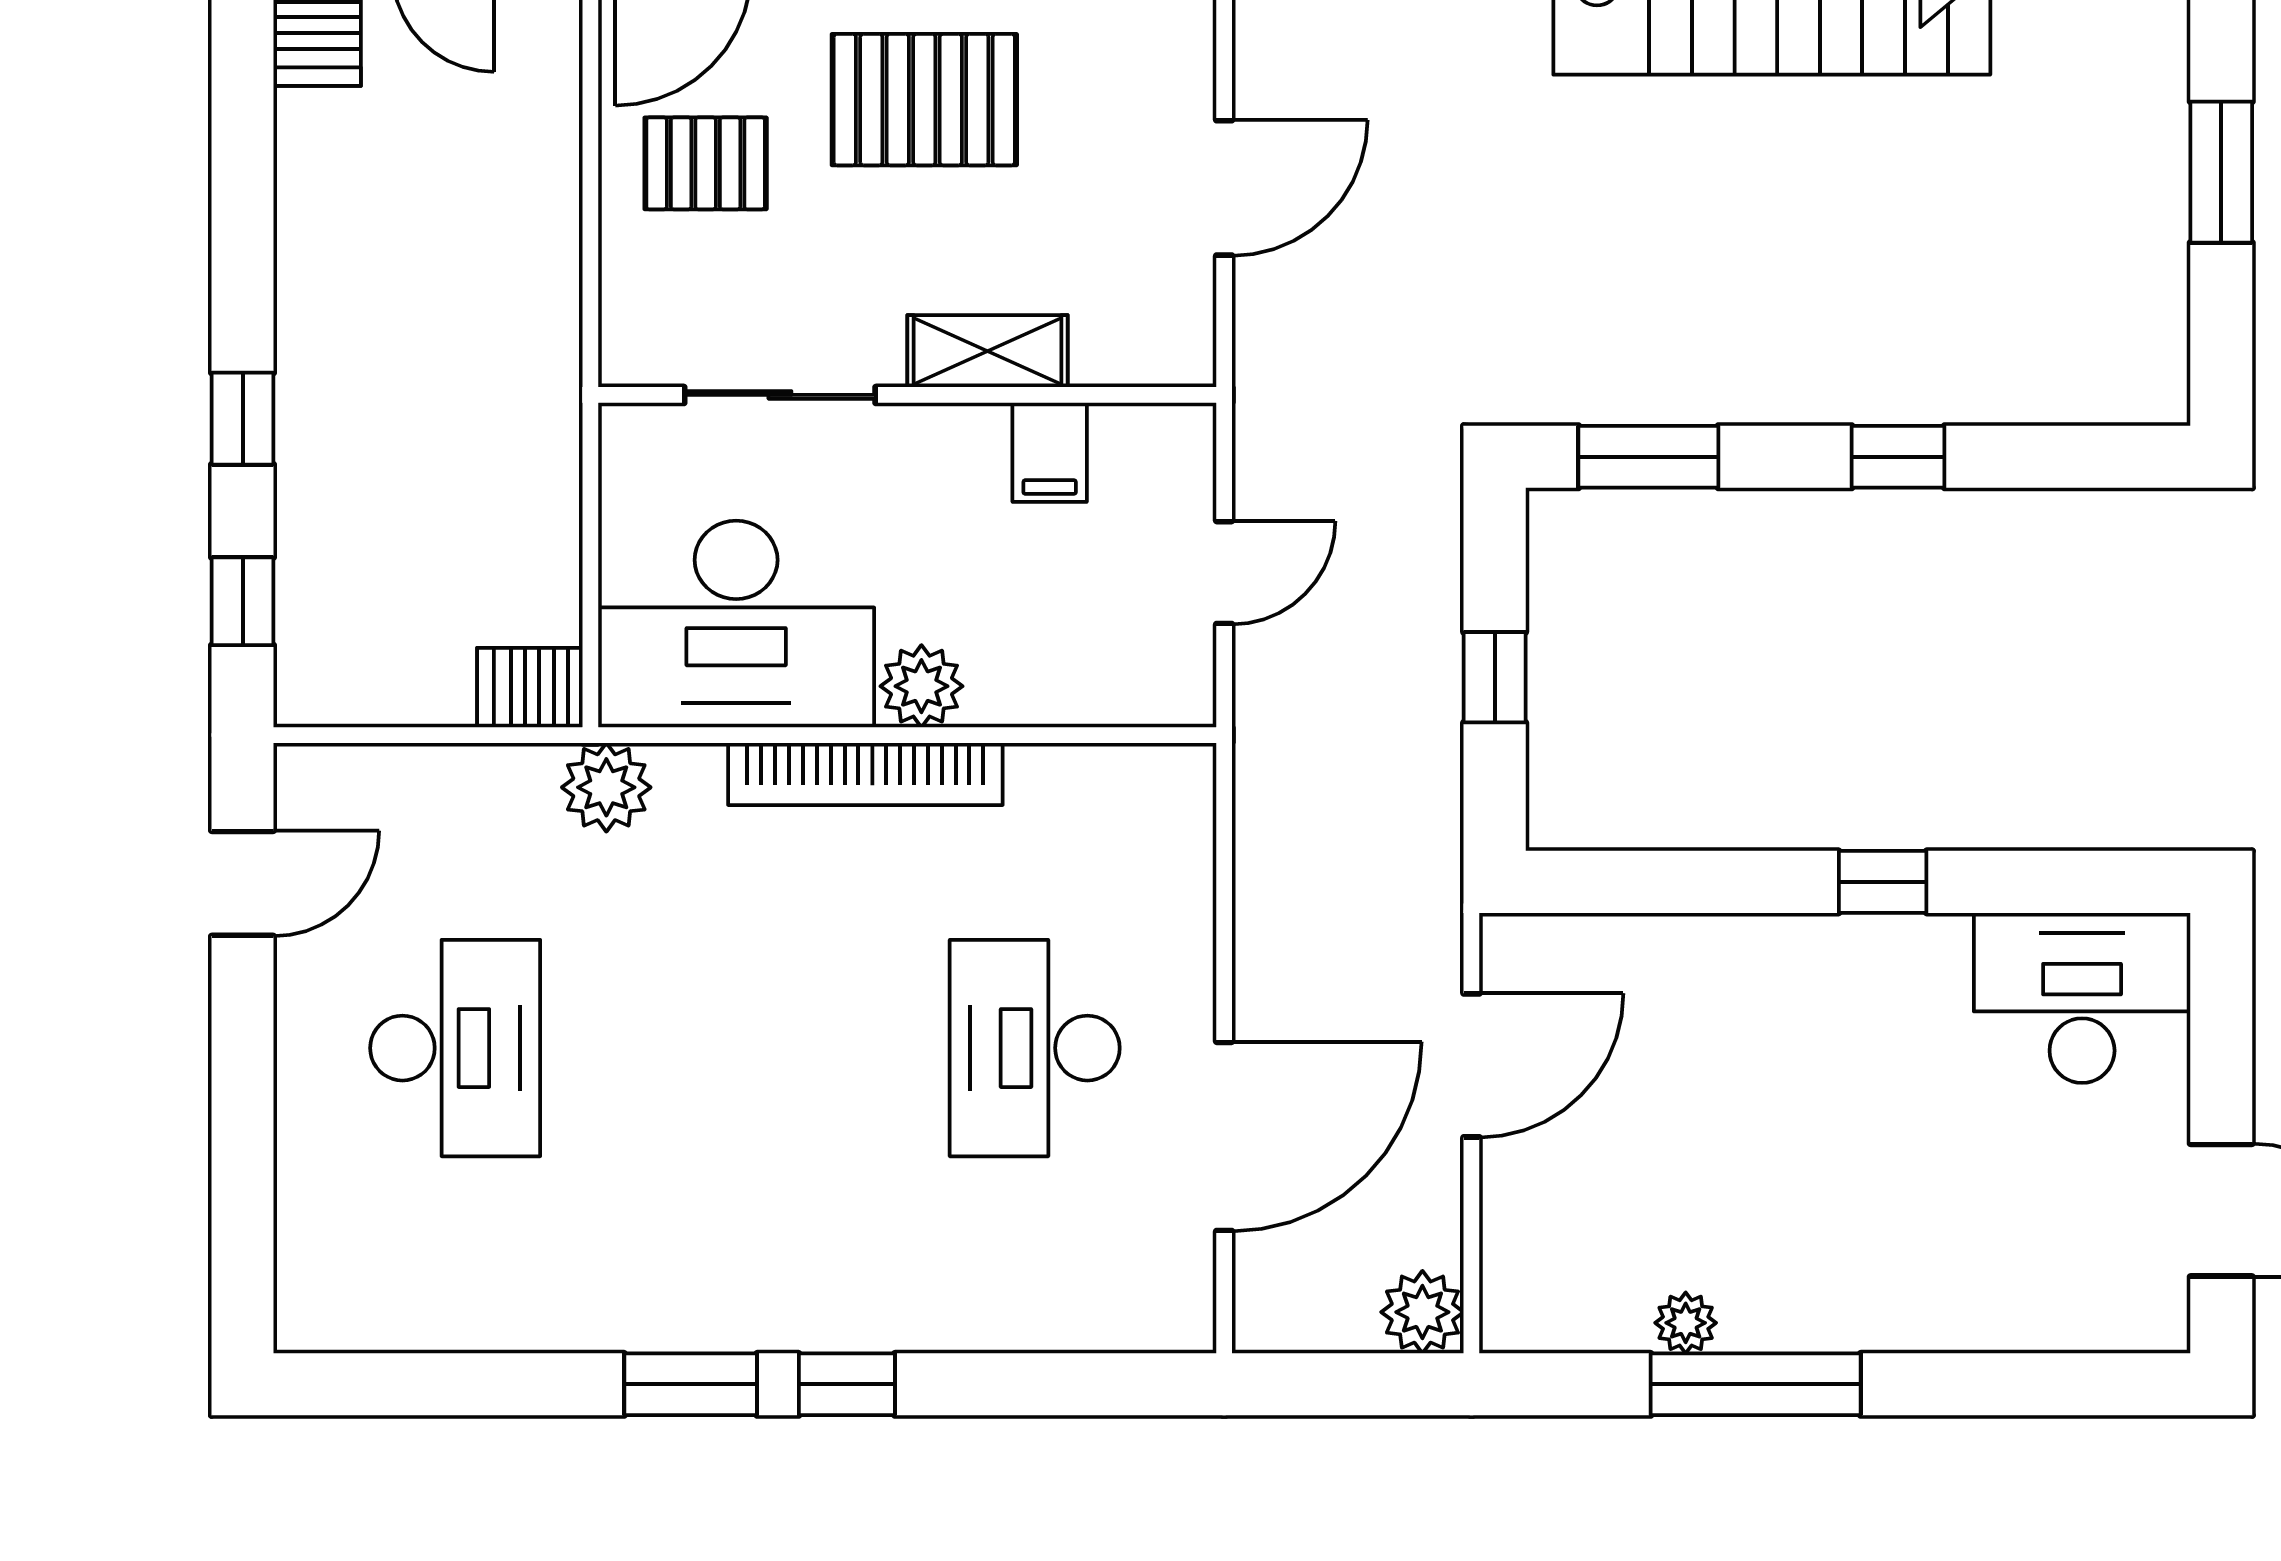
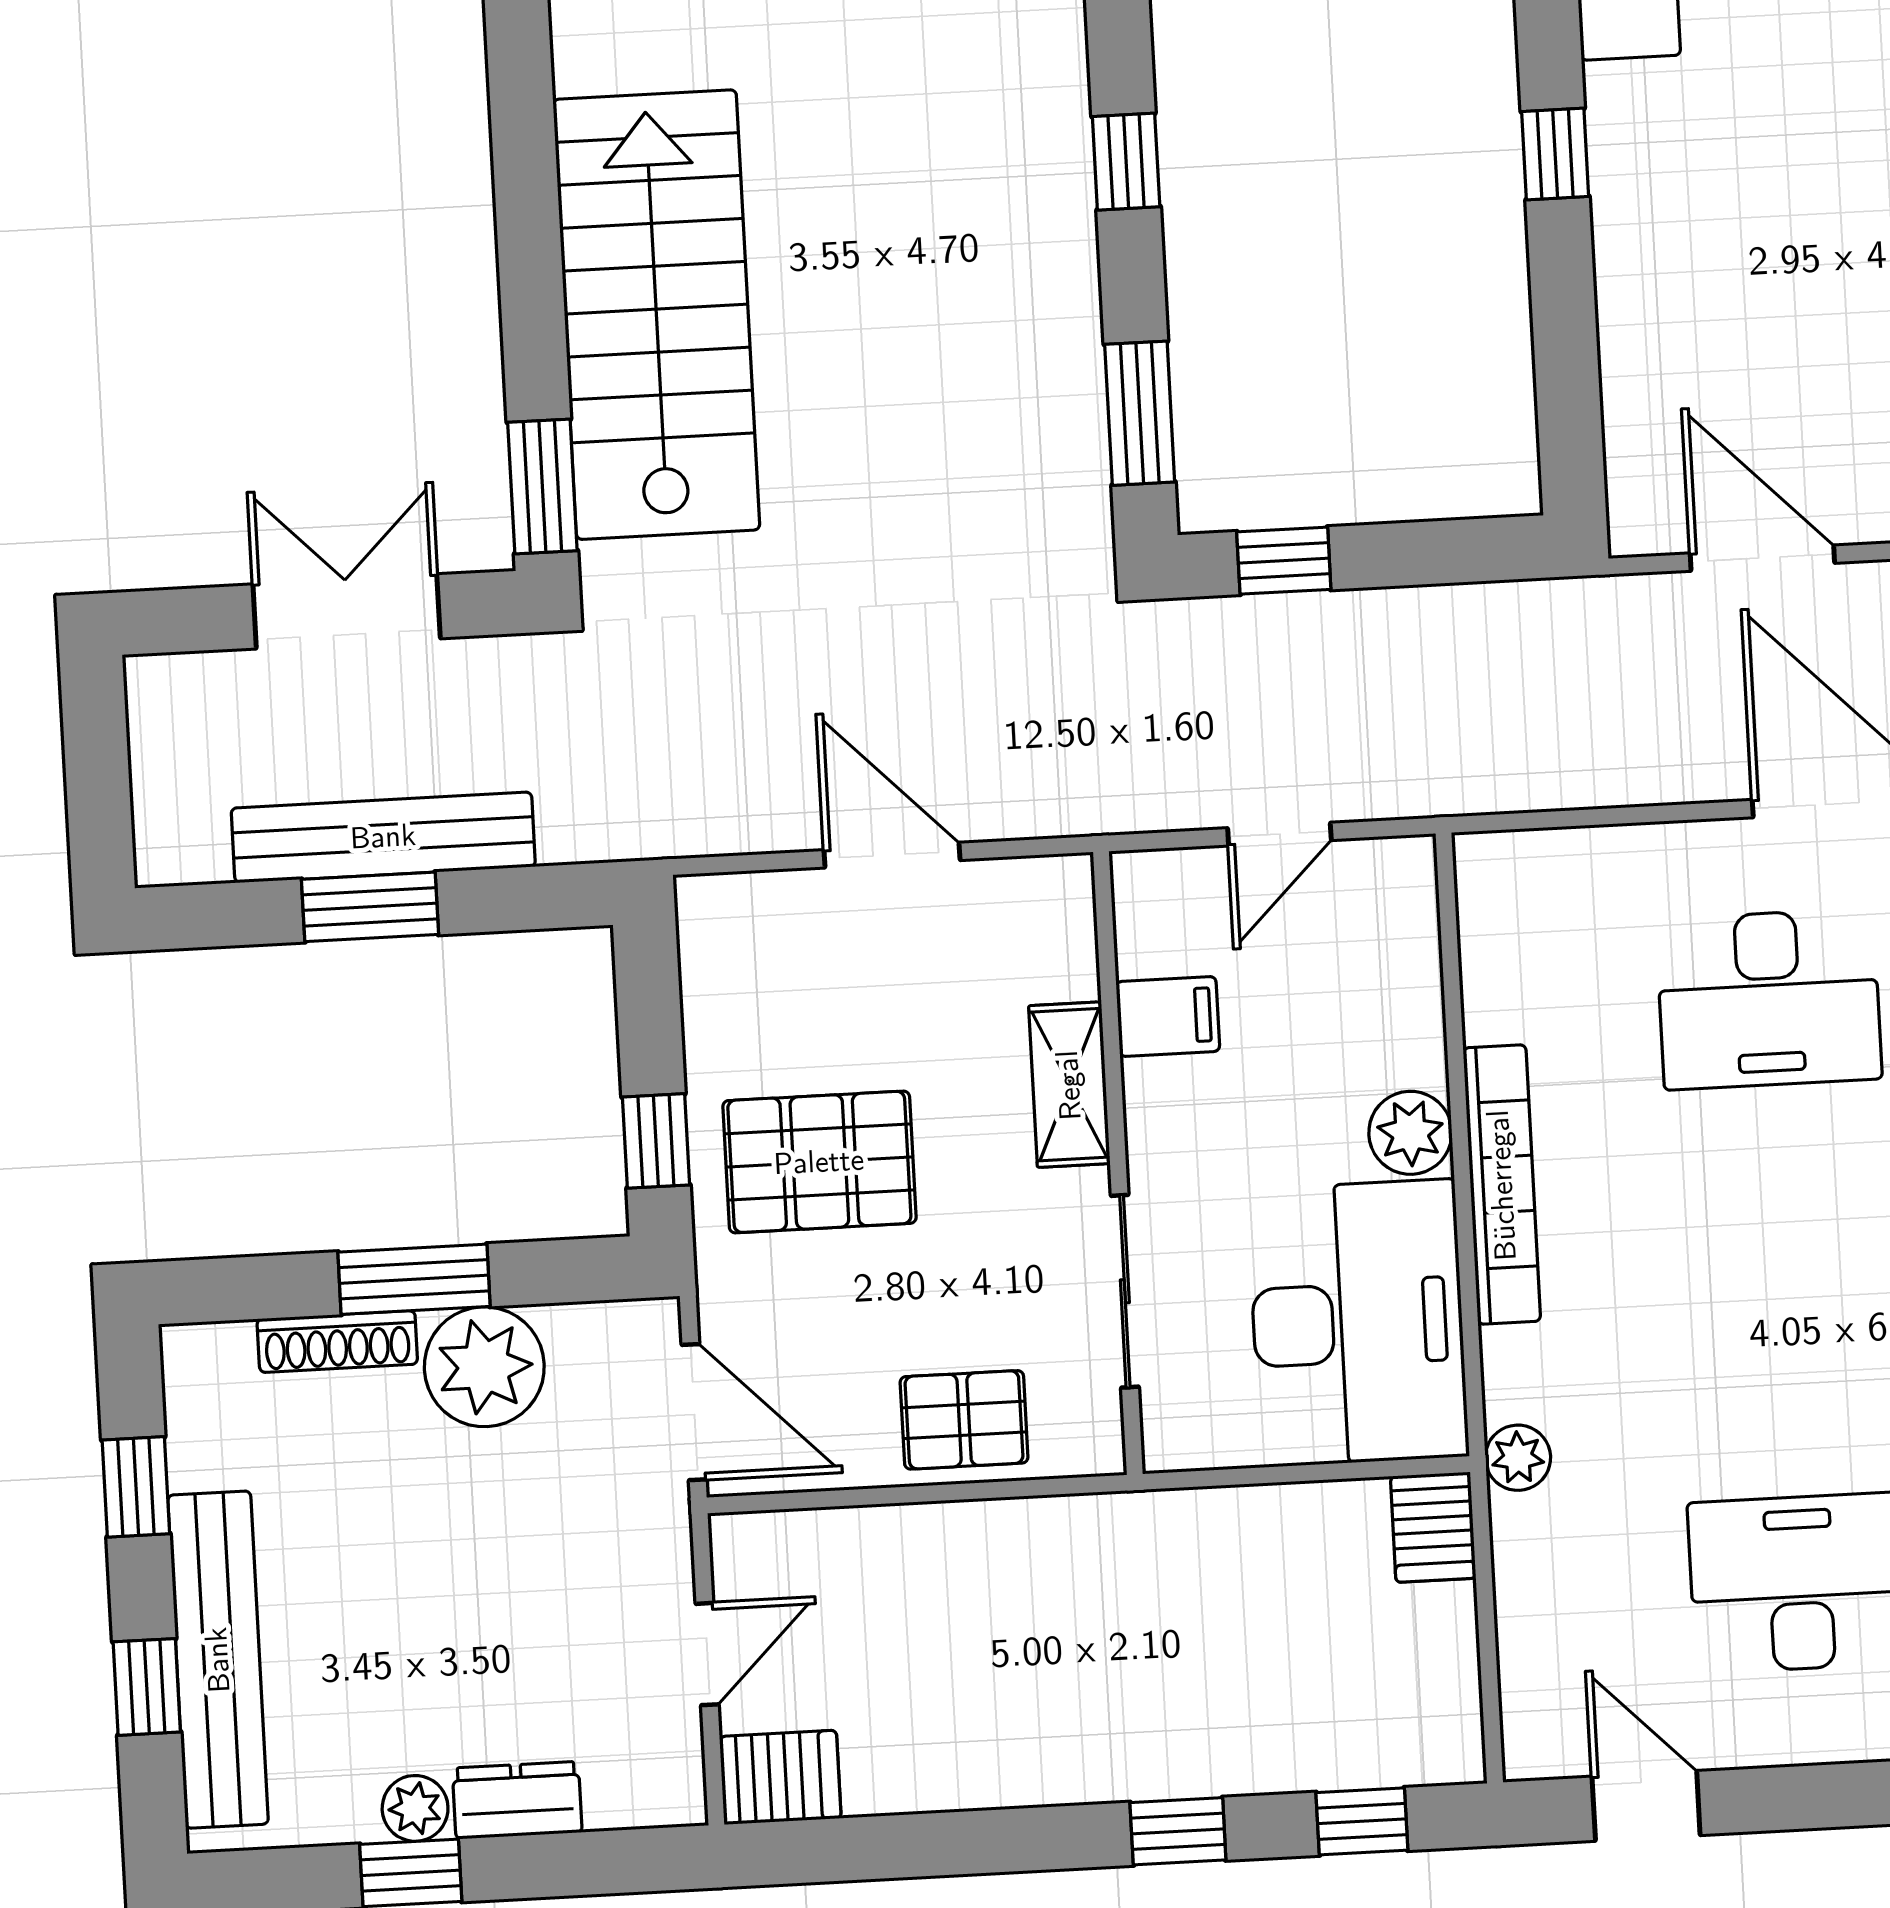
pallet: (924, 100) -> (819, 1162), turned 90
pallet: (706, 163) -> (964, 1420), moved, turned 90
door: (1224, 573) -> (1279, 834), swing flipped
window: (1495, 677) -> (1284, 561), moved
plant: (606, 787) -> (1518, 1458), width x0.73, depth x0.73

